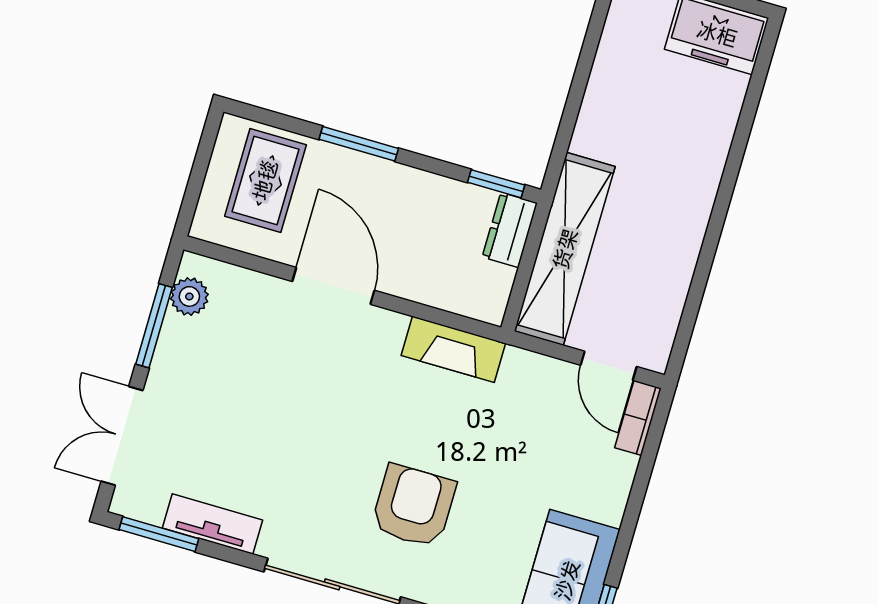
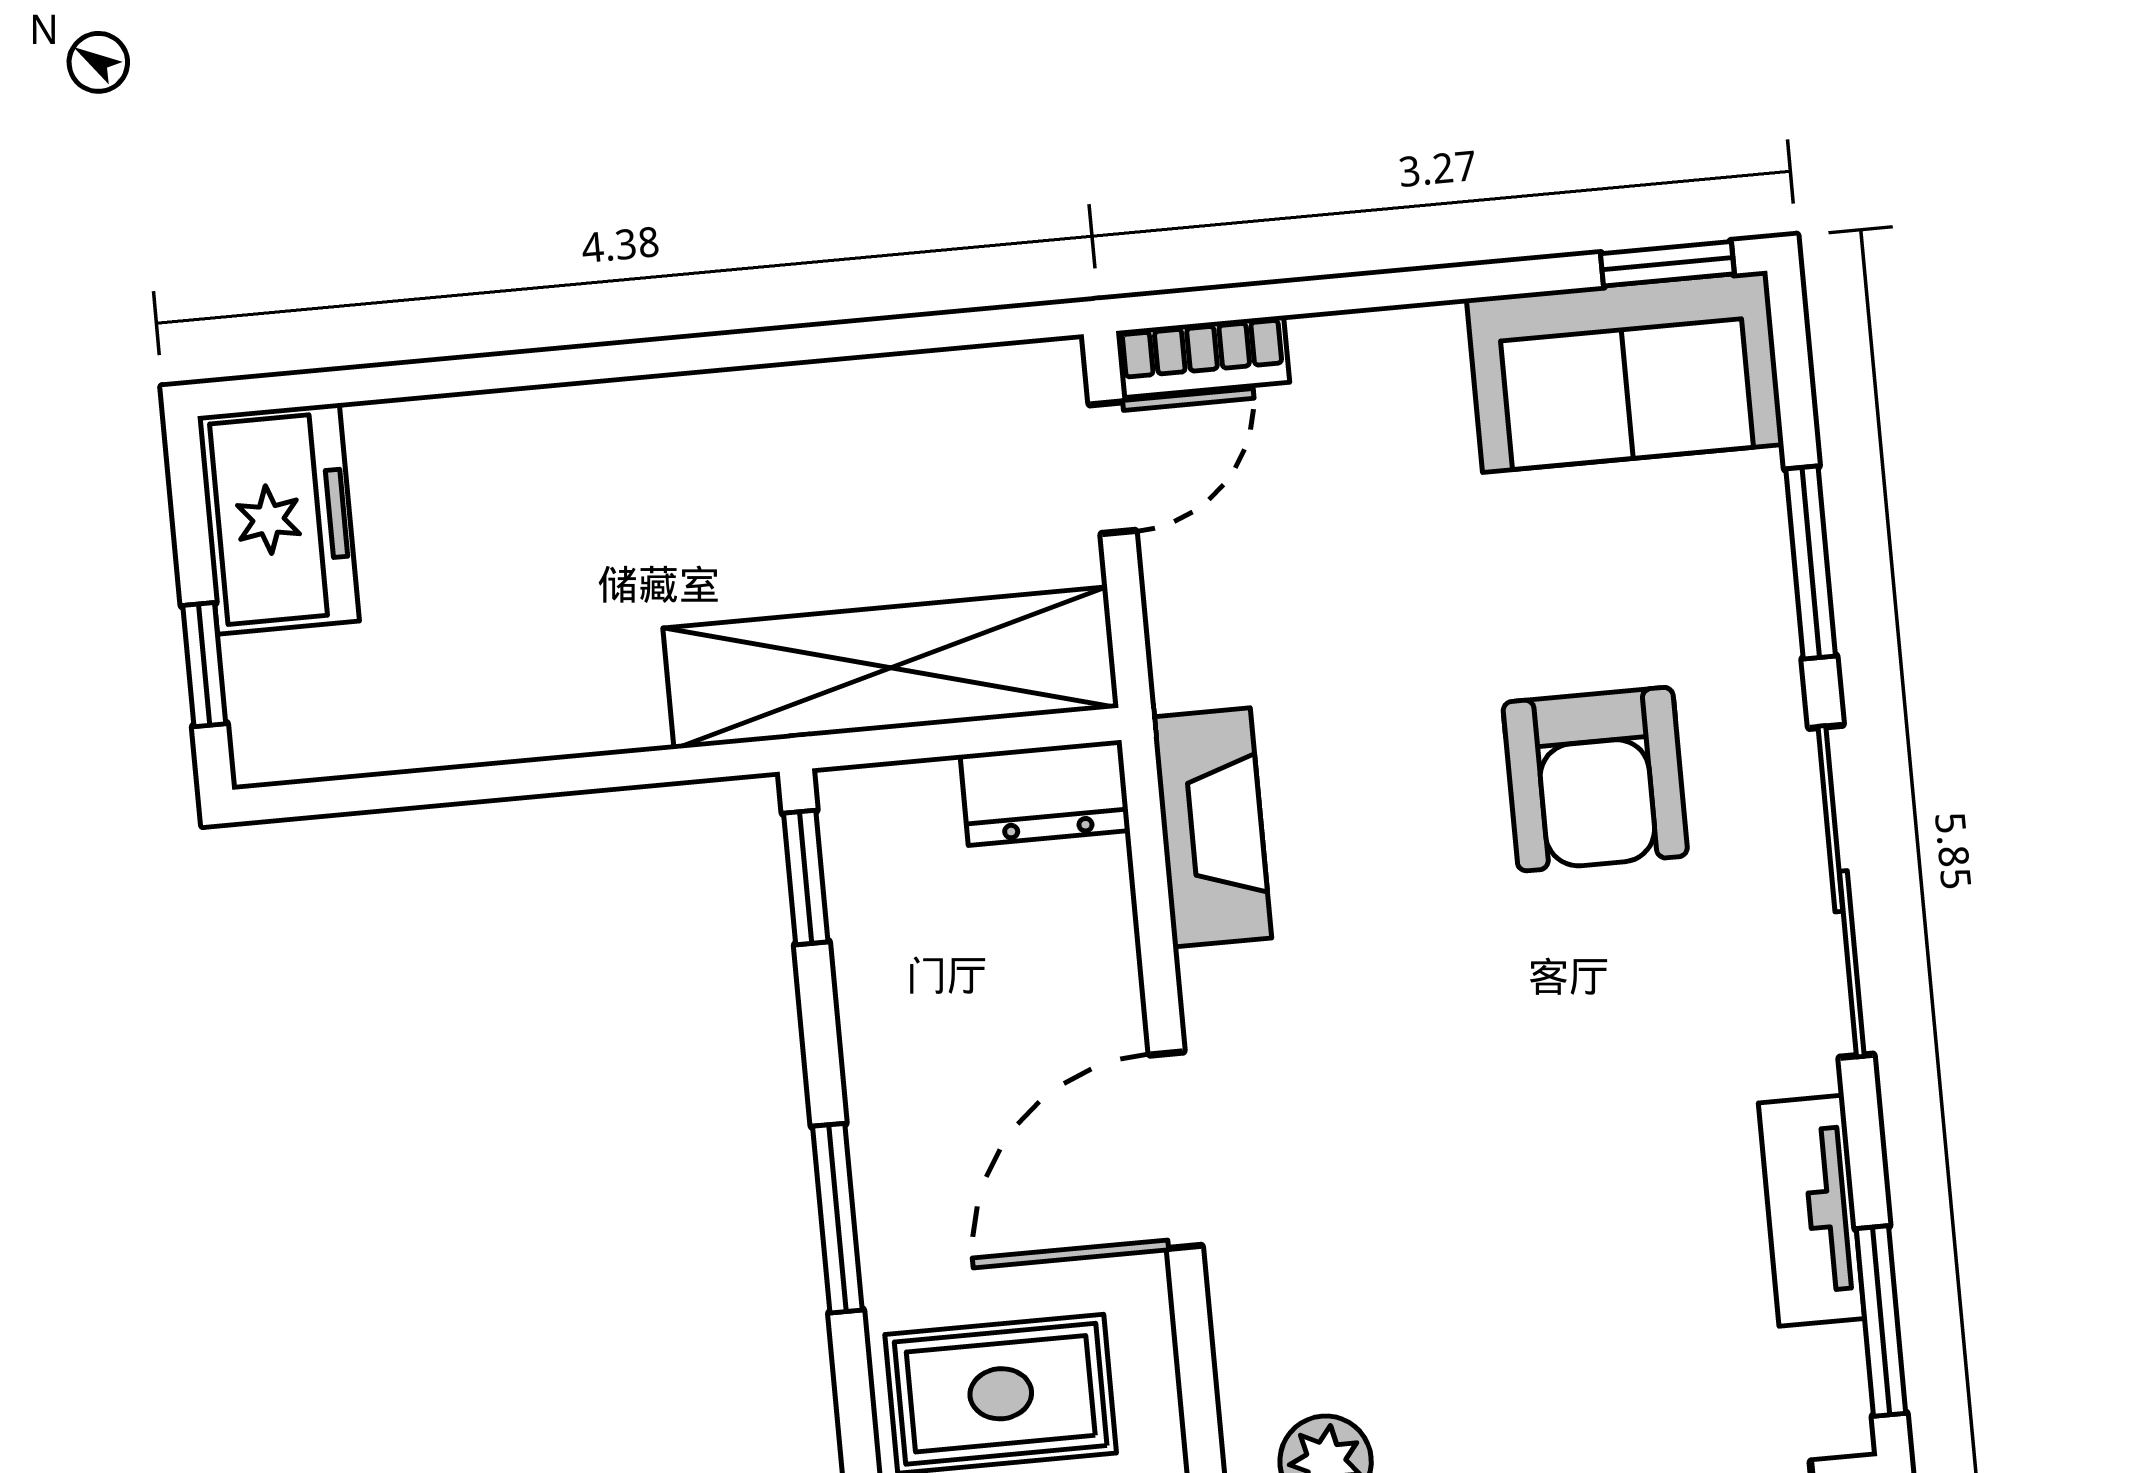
dresser: (510, 230) -> (1045, 793), moved
armchair: (413, 506) -> (1595, 779), turned -90

